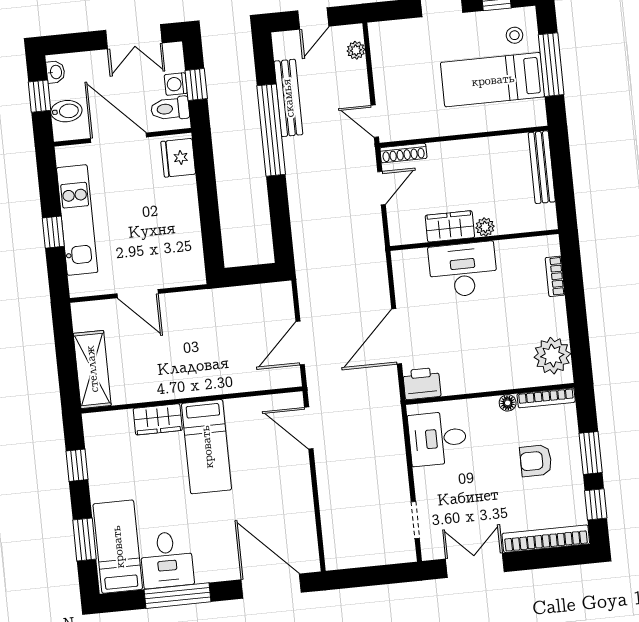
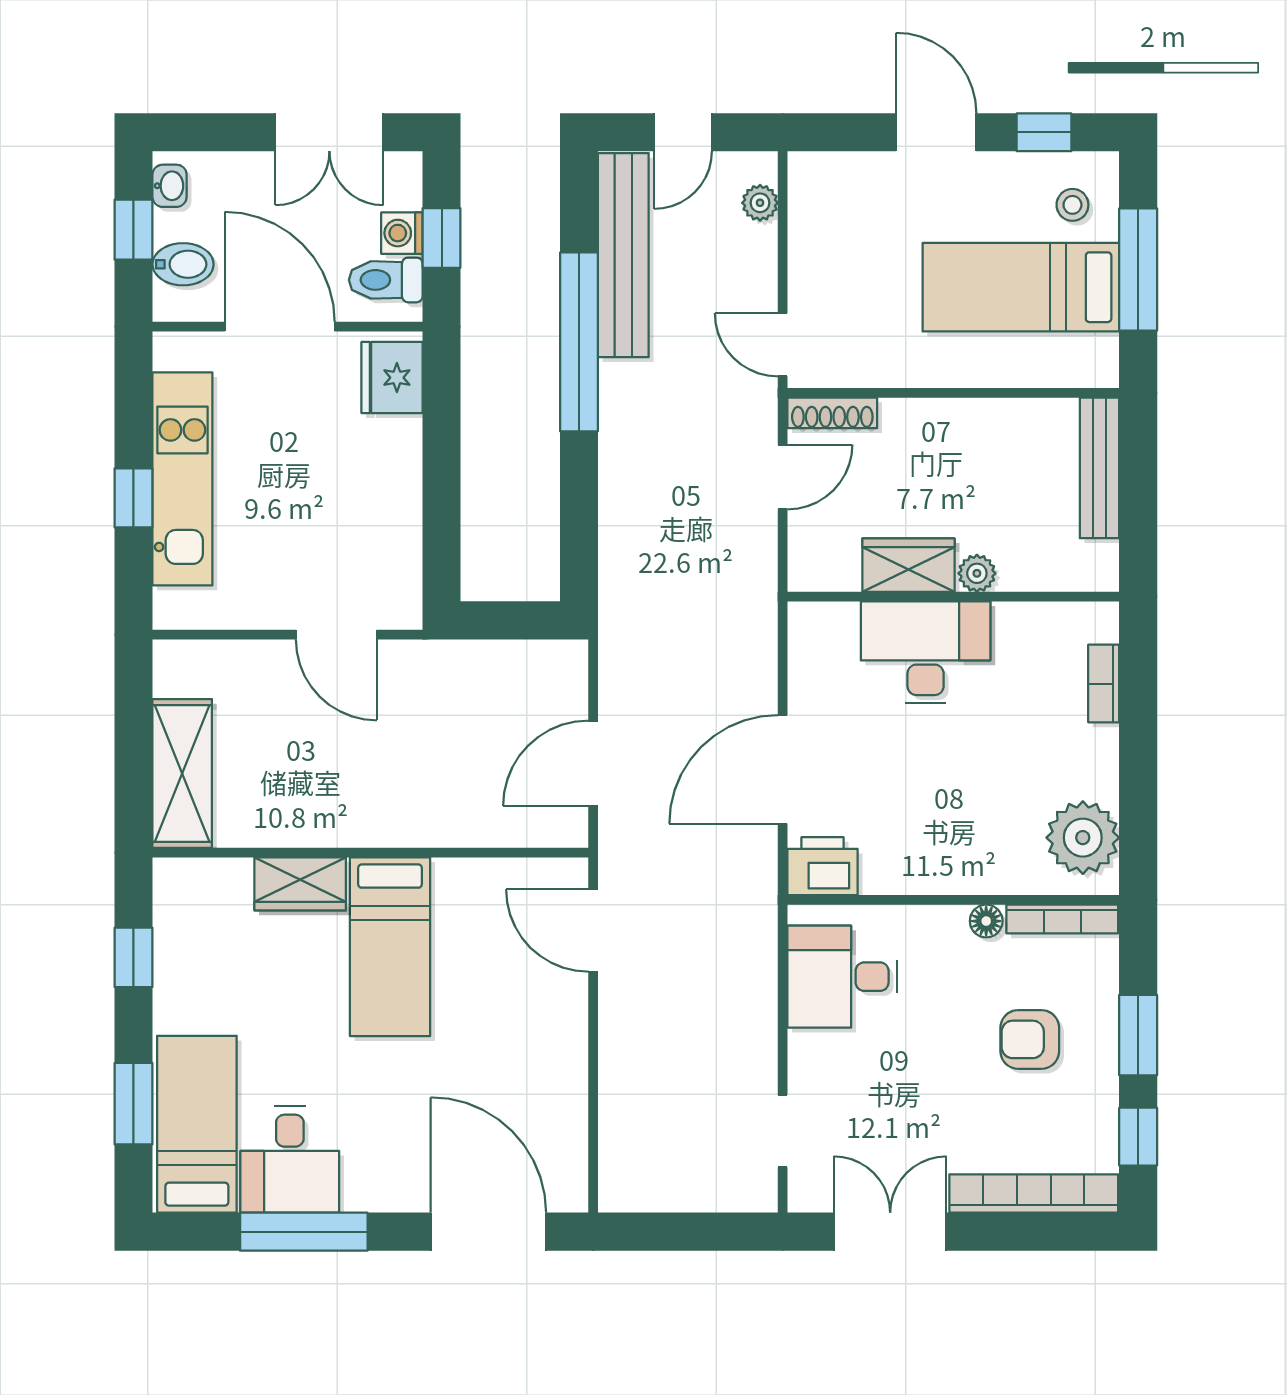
bench: (288, 98) -> (623, 255), width x1.37, depth x1.21
door: (138, 294) -> (336, 635), moved

